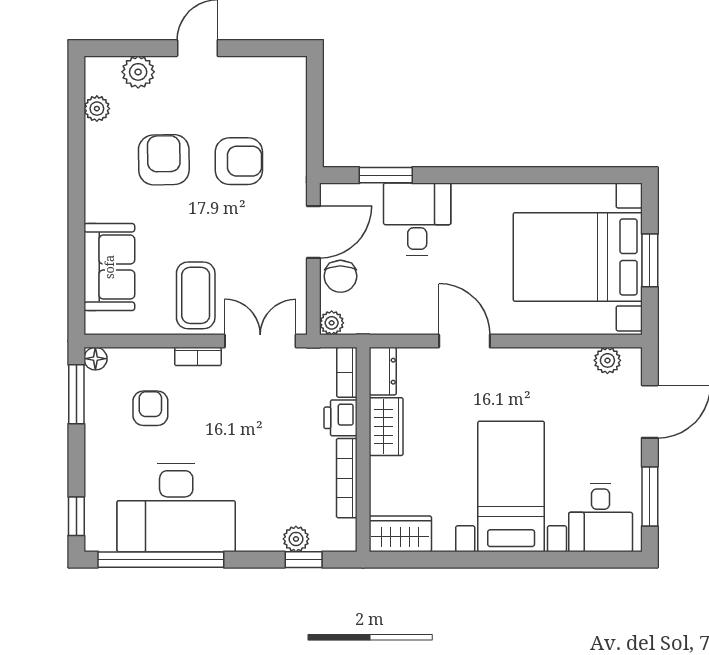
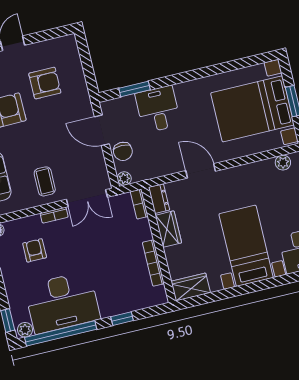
armchair: (239, 161) -> (45, 83), moved
door: (313, 232) -> (102, 130), swing flipped
coffee table: (196, 295) -> (45, 181), width x0.73, depth x0.77
double door: (260, 341) -> (87, 198), swing flipped
printer: (340, 418) -> (142, 230), removed
plant: (296, 539) -> (25, 330), moved
window: (304, 560) -> (122, 319), moved

